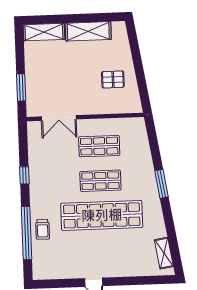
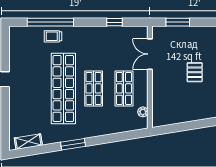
pallet: (113, 79) -> (195, 72), moved
plant: (125, 123) -> (143, 112), added
window: (24, 175) -> (115, 22), moved
window: (161, 184) -> (73, 144), moved

